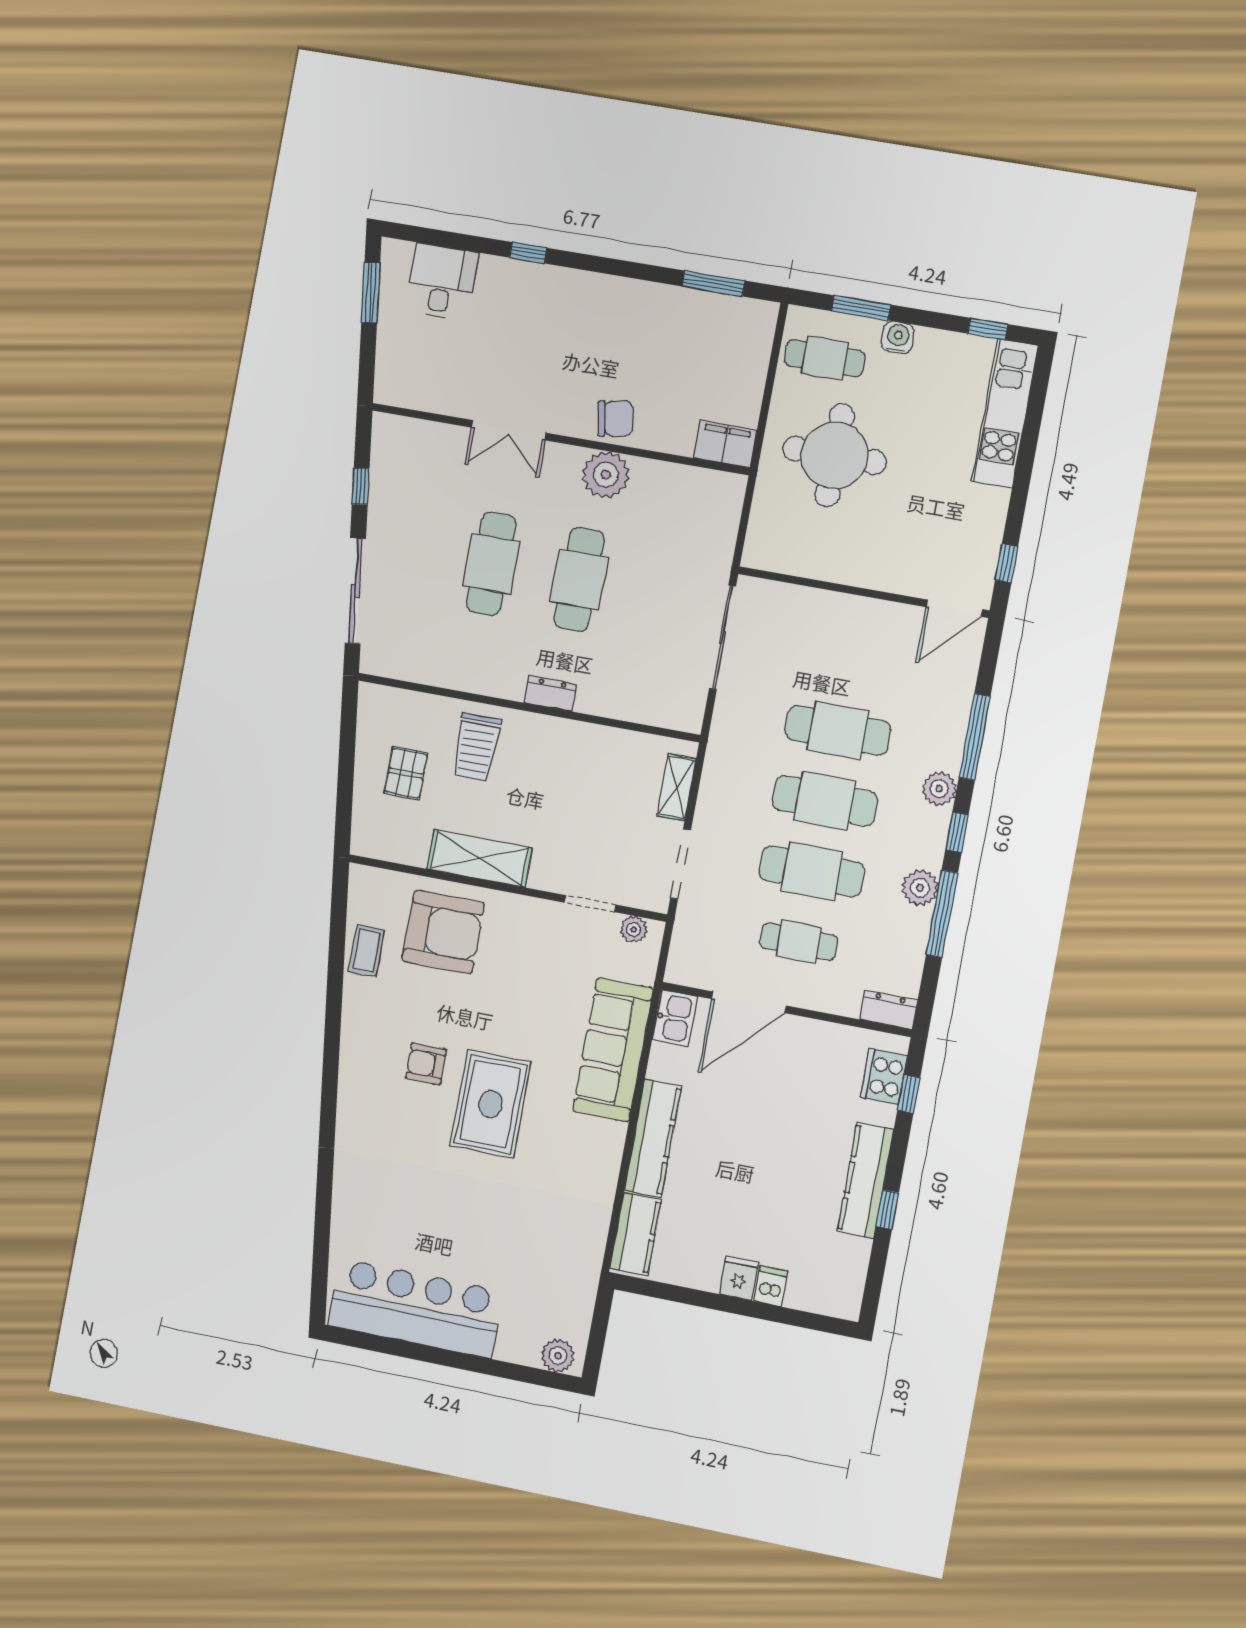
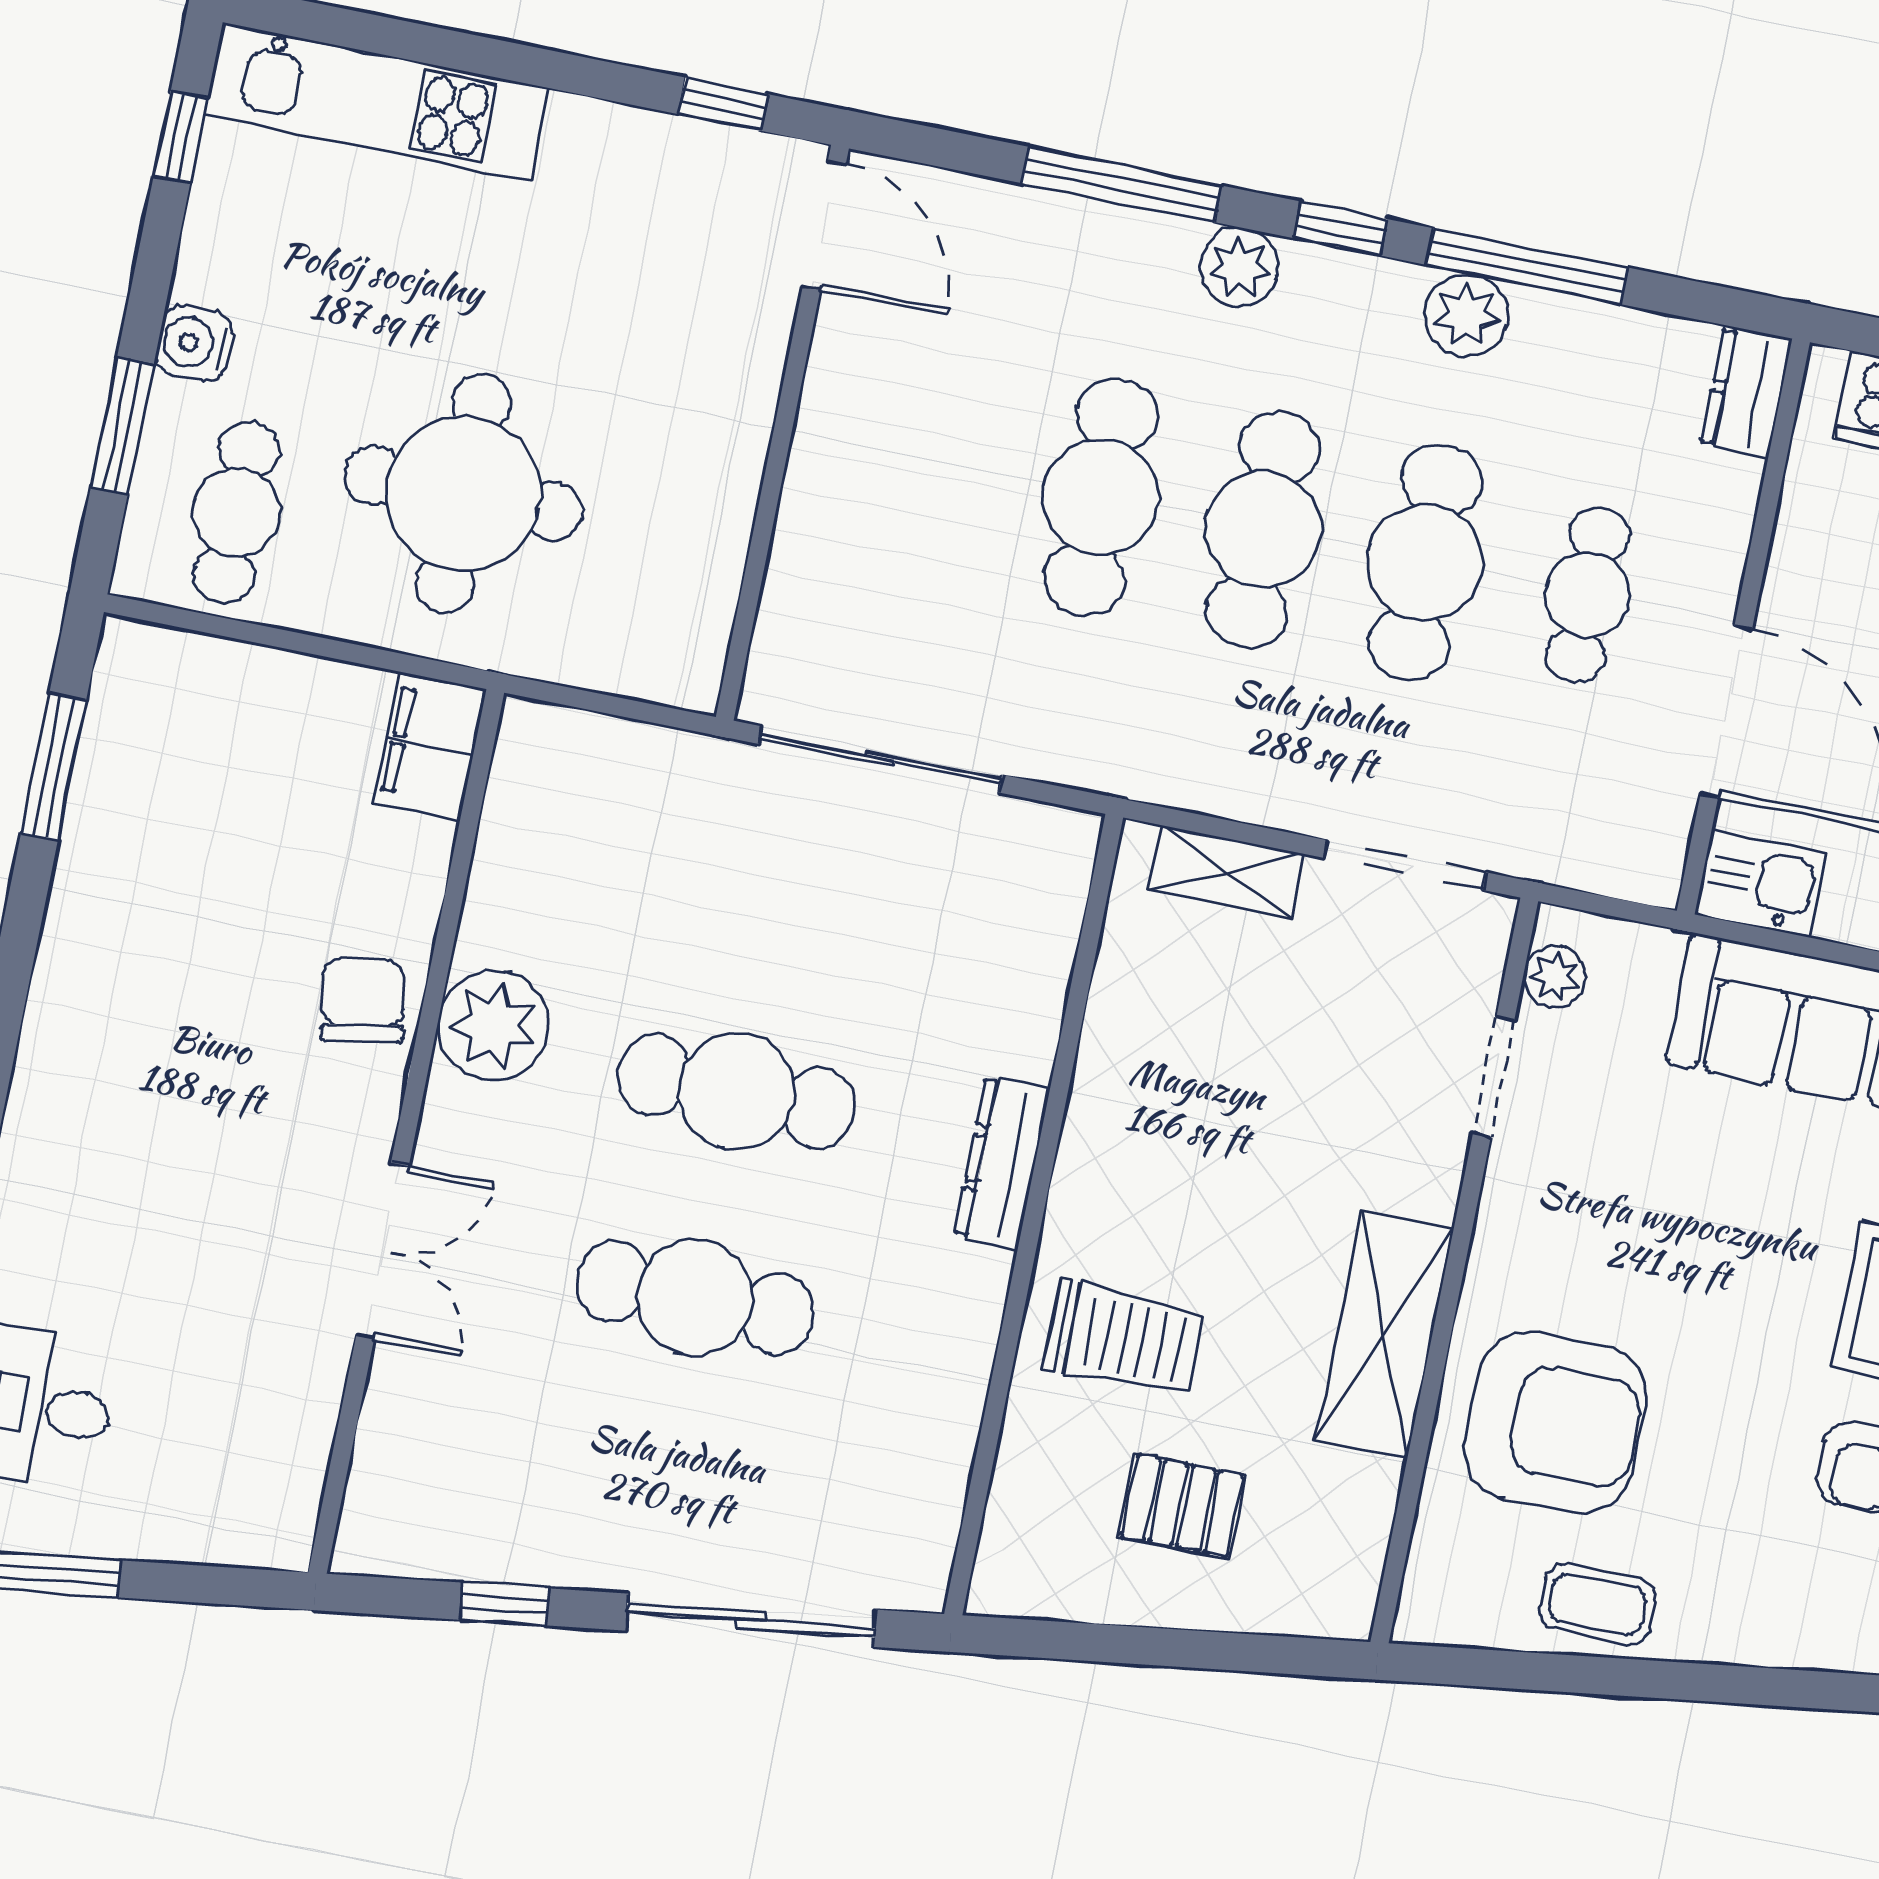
dresser: (551, 694) -> (1002, 1162), width x1.44
armchair: (443, 932) -> (1555, 1423), turned 90

